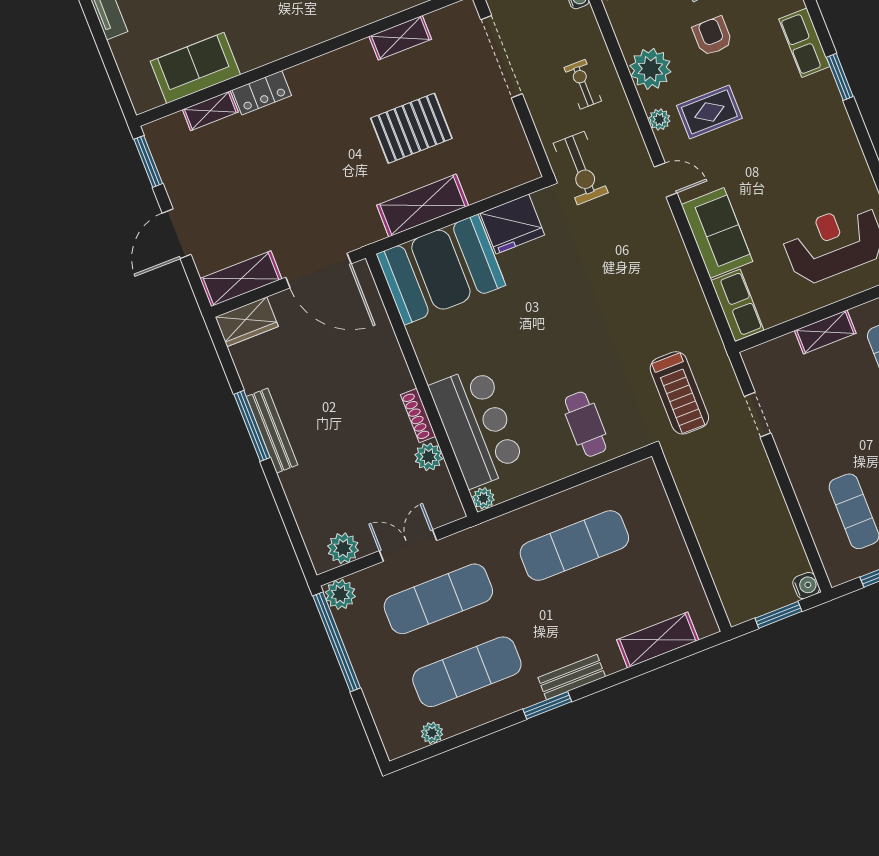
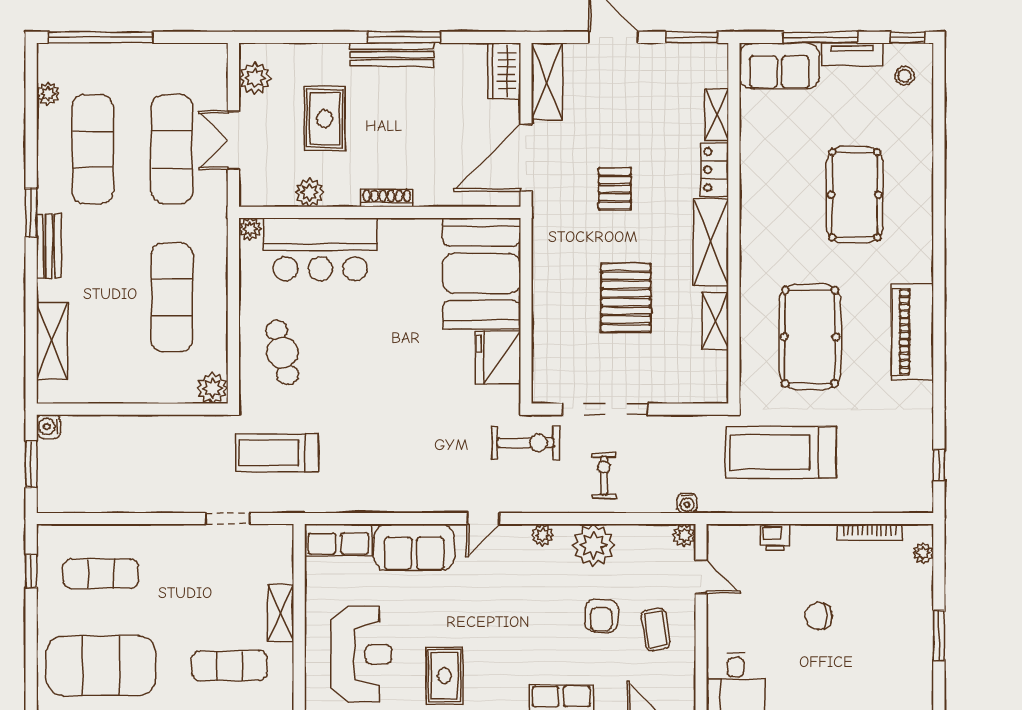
armchair: (712, 36) -> (601, 616), turned 92
window: (102, 43) -> (820, 37), added
doorway: (501, 57) -> (605, 409), moved
sofa: (195, 68) -> (779, 66), moved, turned 90
exercise bike: (583, 84) -> (604, 476), turned -90
rug: (709, 112) -> (444, 676), moved
exercise bike: (581, 168) -> (526, 443), turned 180
pallet: (315, 178) -> (615, 188), added
shelving: (423, 206) -> (711, 242), moved
shoe rack: (418, 415) -> (387, 198), moved
cafe table: (586, 424) -> (282, 353), turned 76
rug: (355, 470) -> (325, 119), added
double door: (408, 546) -> (233, 140), swing flipped
water cooler: (806, 586) -> (49, 427), moved, turned 90
plant: (340, 594) -> (212, 388), moved
window: (337, 642) -> (100, 37), moved

